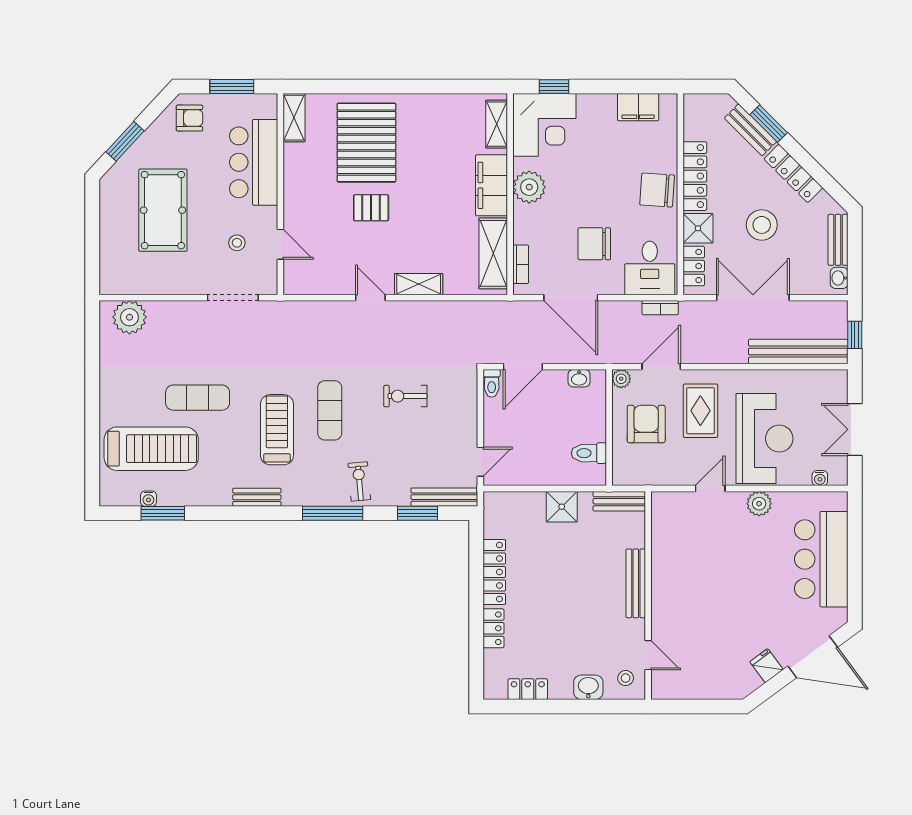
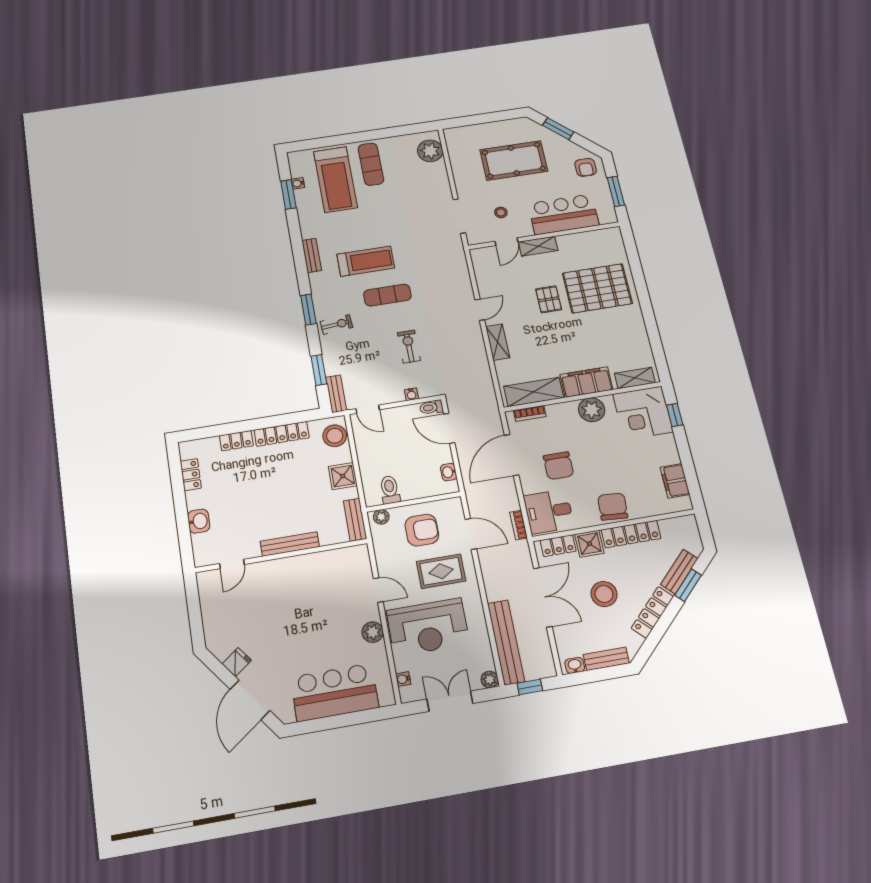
shelving: (294, 118) -> (538, 246), moved
chair: (594, 244) -> (558, 466), turned 180
plant: (621, 379) -> (381, 517), moved
plant: (838, 379) -> (490, 680), added
exercise mat: (198, 398) -> (371, 164), moved
water cooler: (470, 405) -> (411, 394), added
bench: (444, 497) -> (336, 394), width x0.73
window: (333, 513) -> (308, 310), width x0.69
stool: (626, 678) -> (335, 436), moved, width x1.89, depth x1.89

